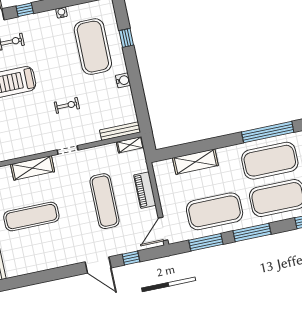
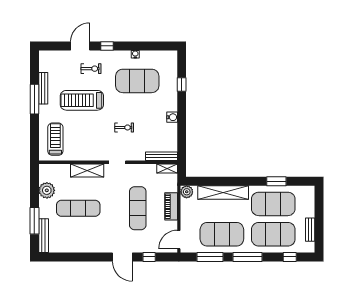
exercise mat: (93, 47) -> (137, 81), moved, turned 90
window: (268, 132) -> (276, 181), width x0.47
shelving: (195, 162) -> (223, 192), width x1.47
plant: (160, 168) -> (187, 192), added

